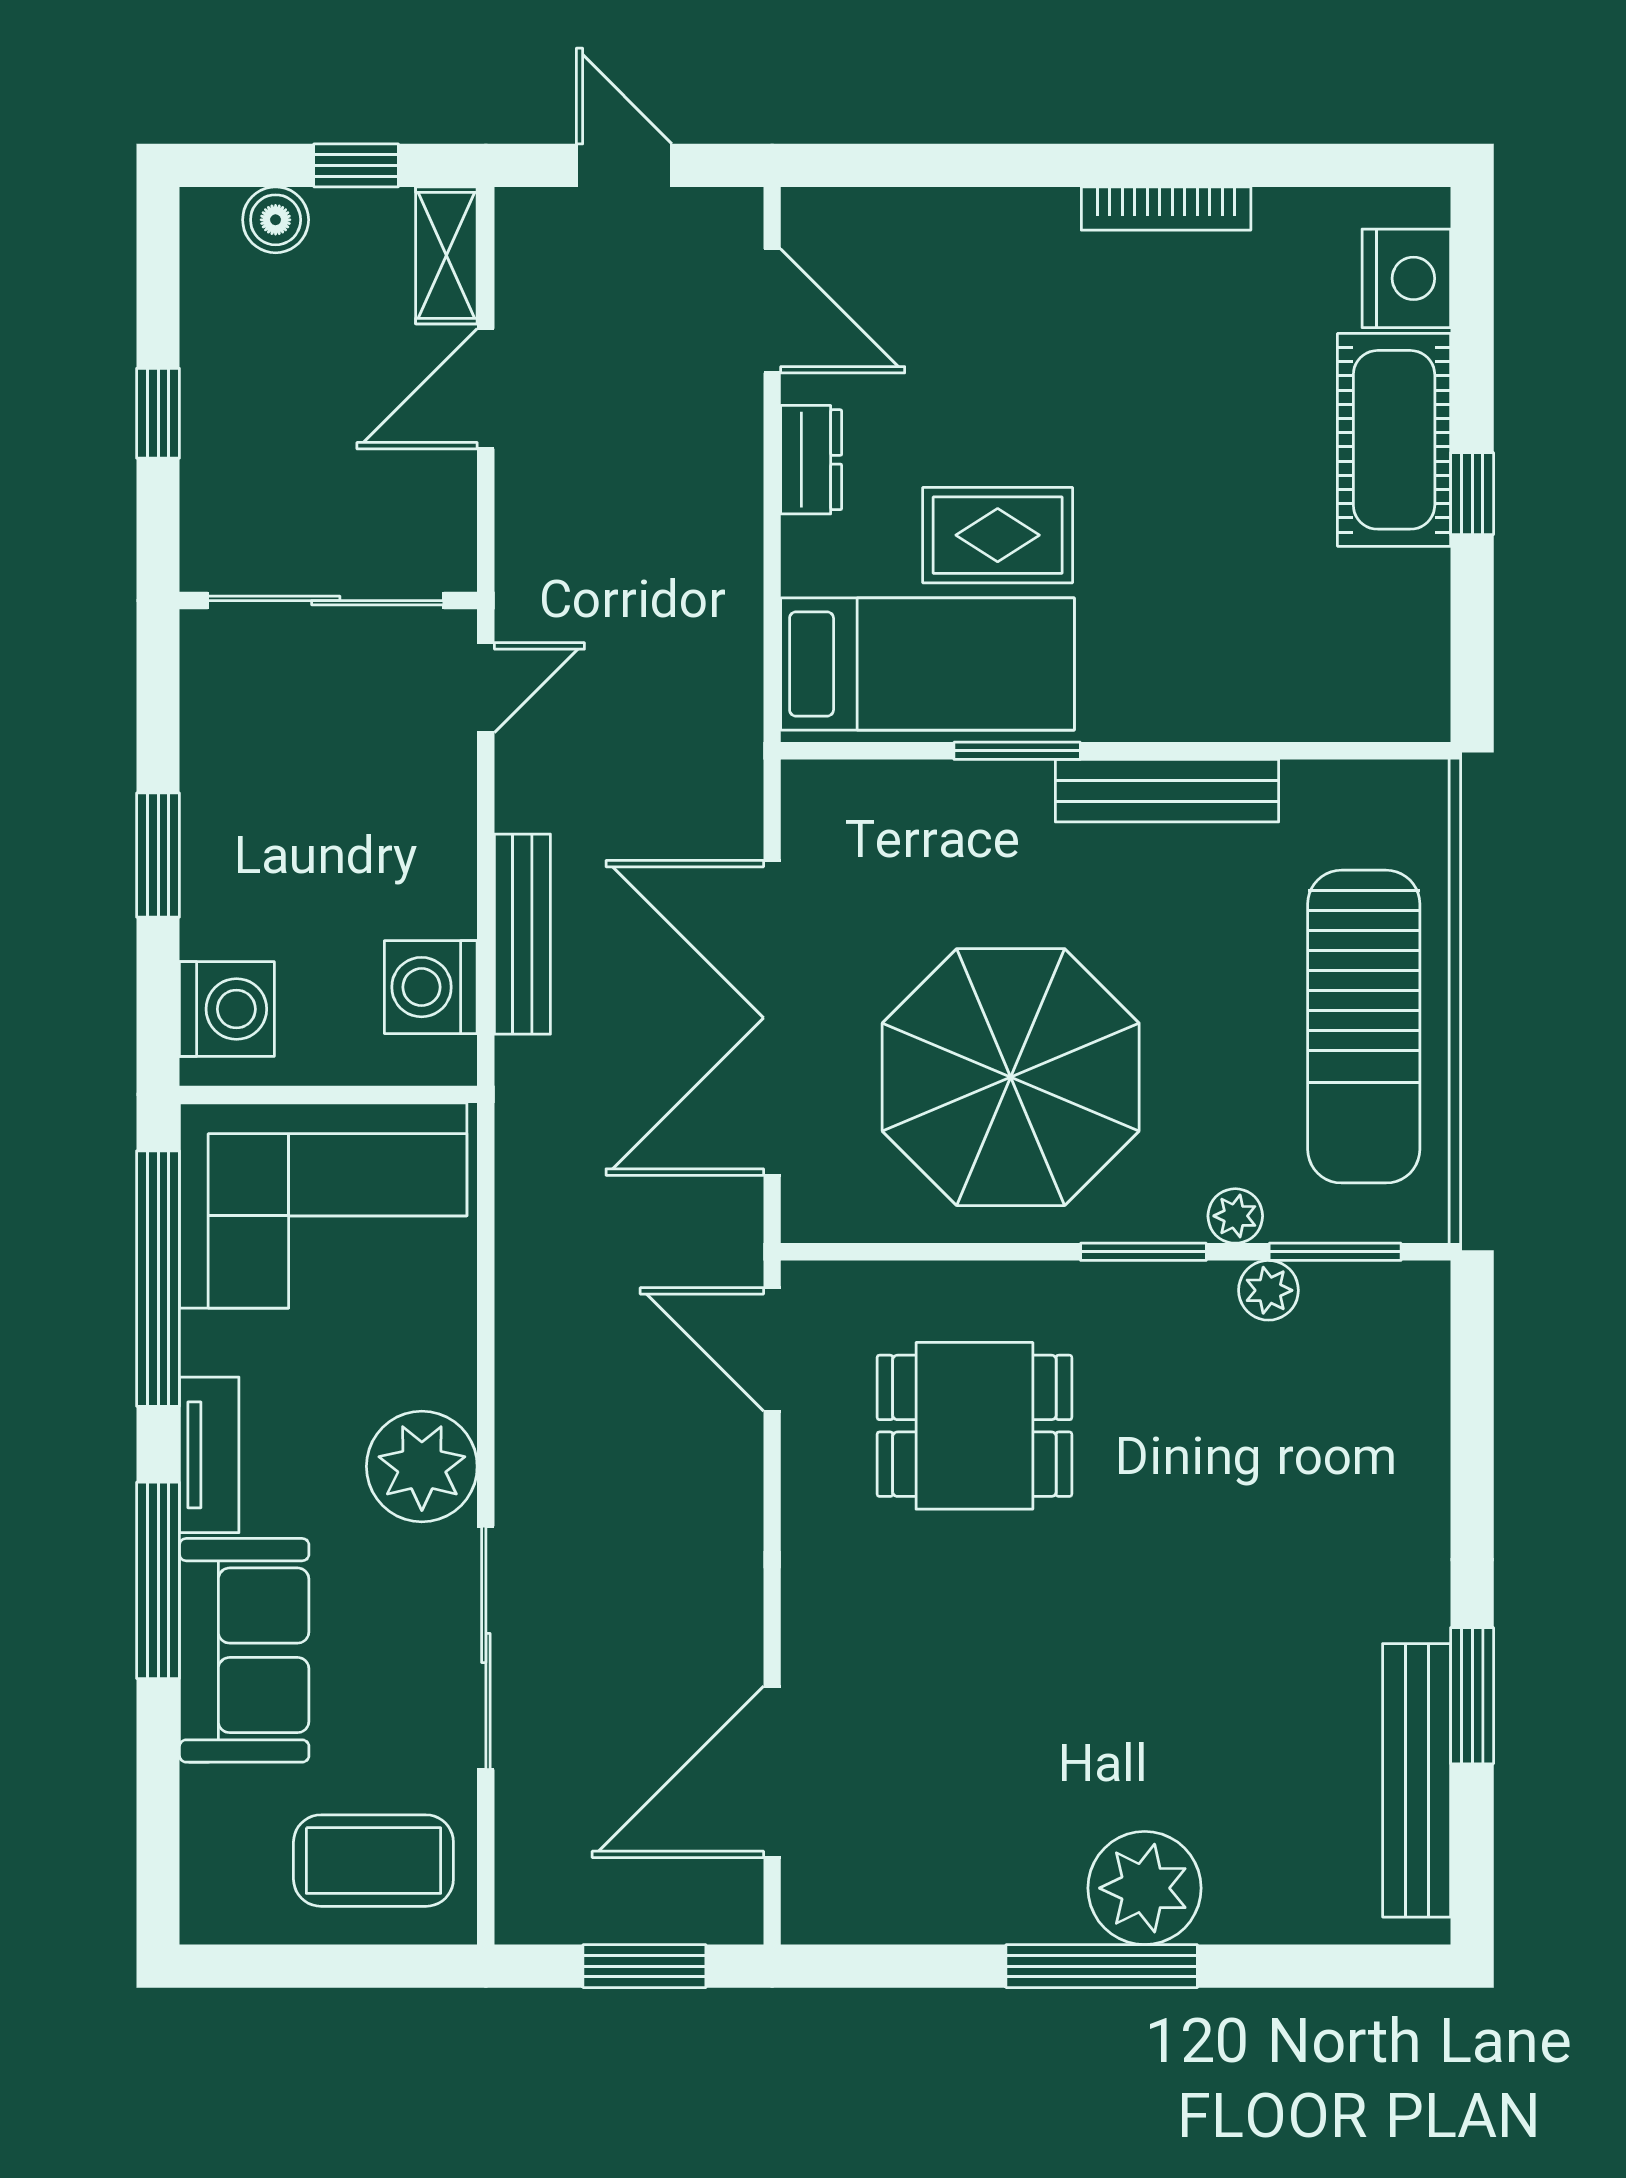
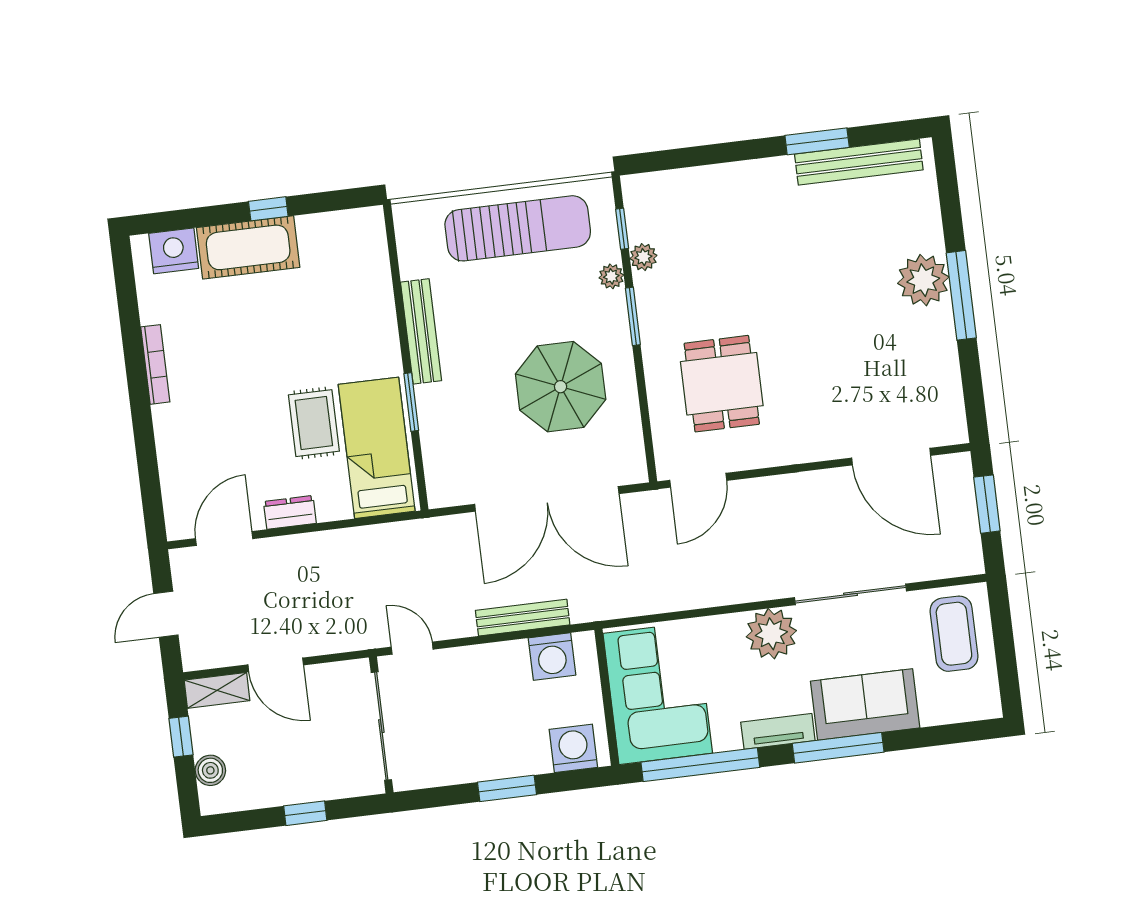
parasol: (1011, 1077) -> (561, 387), width x0.73, depth x0.73
window: (1335, 1252) -> (622, 229), width x0.67

